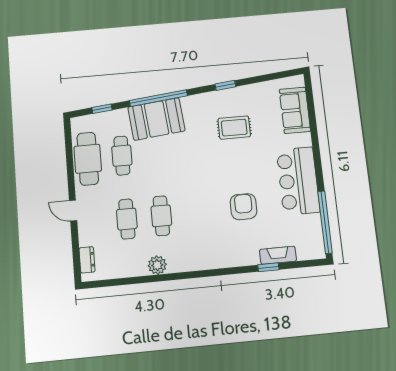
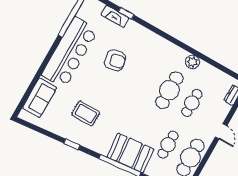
bar counter: (298, 181) -> (70, 52), width x1.36
armchair: (244, 207) -> (115, 60), turned -101
cafe table: (161, 216) -> (169, 90), width x1.37, depth x1.35

